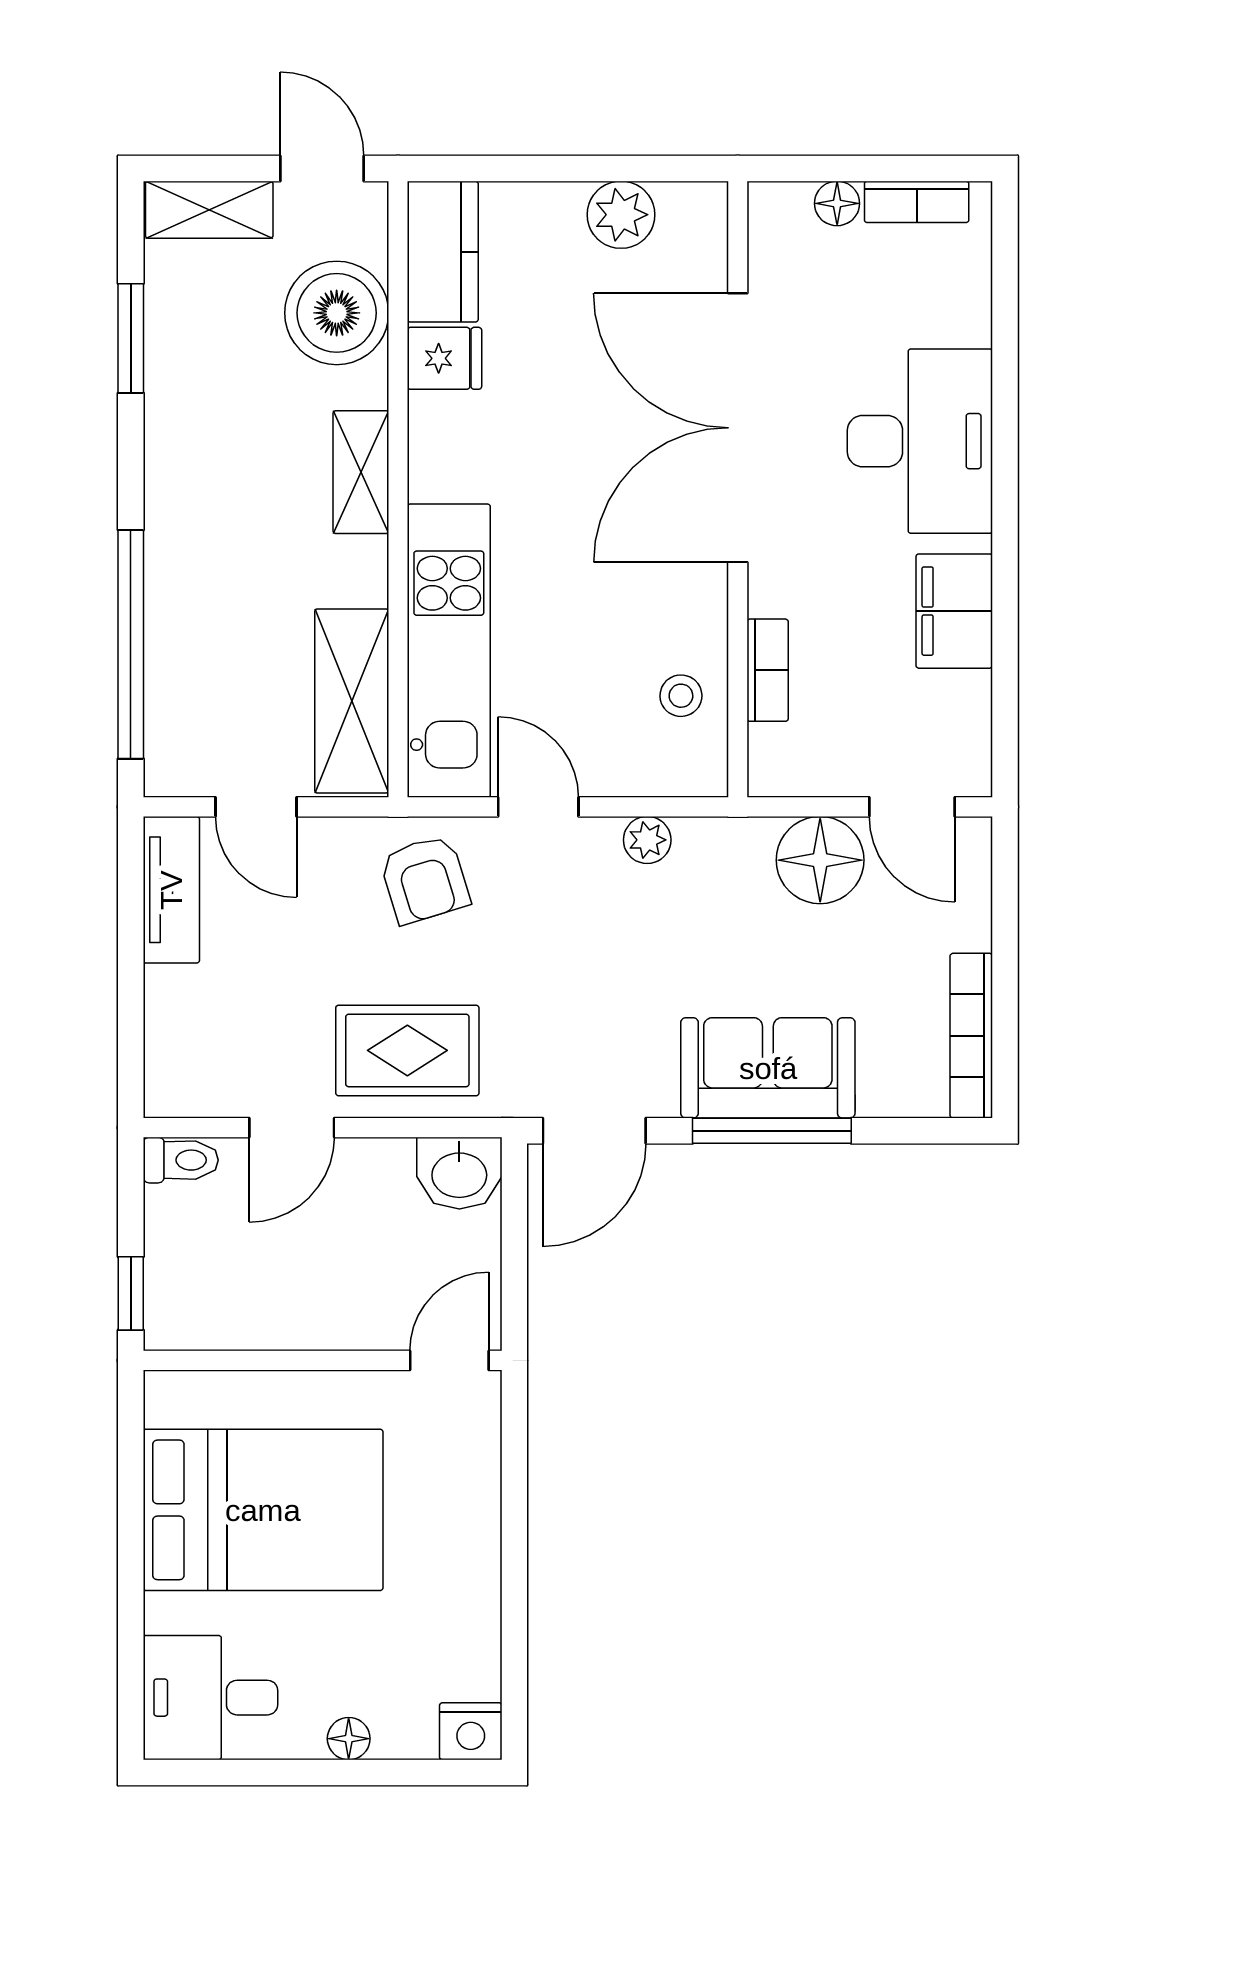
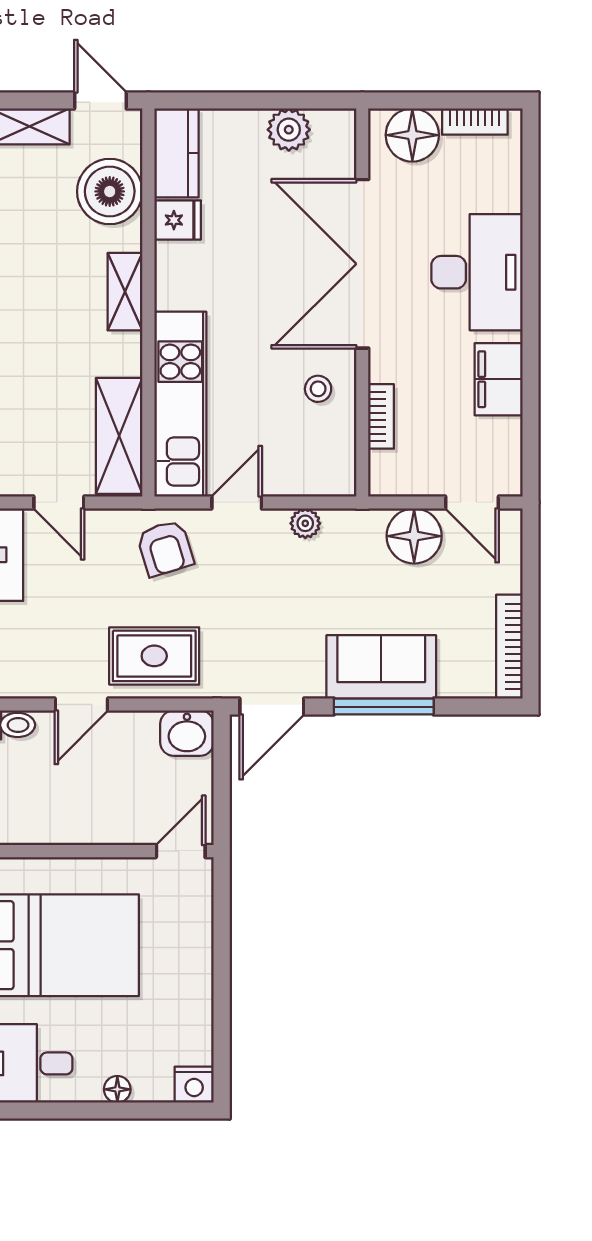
floor lamp: (837, 203) -> (412, 135), width x1.89, depth x1.89
stool: (681, 696) -> (318, 389), moved
door: (538, 807) -> (237, 503), hinge flipped

